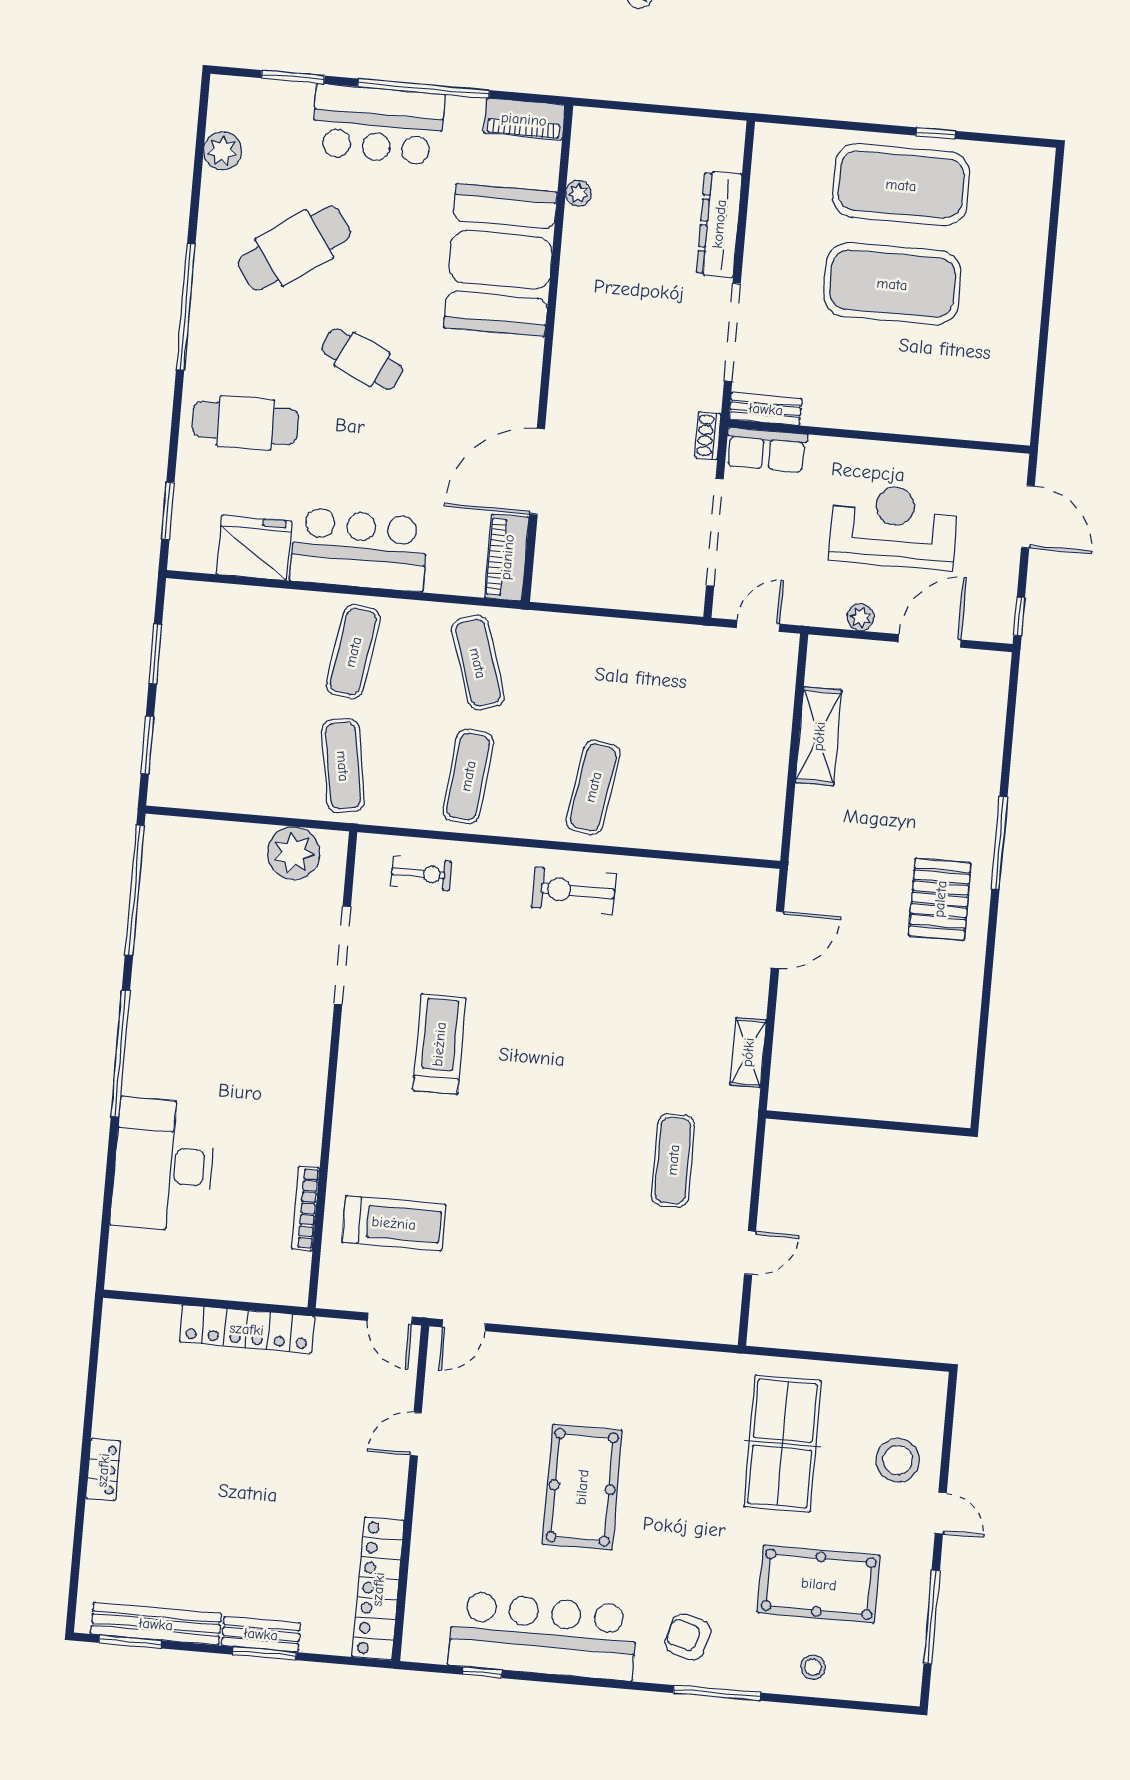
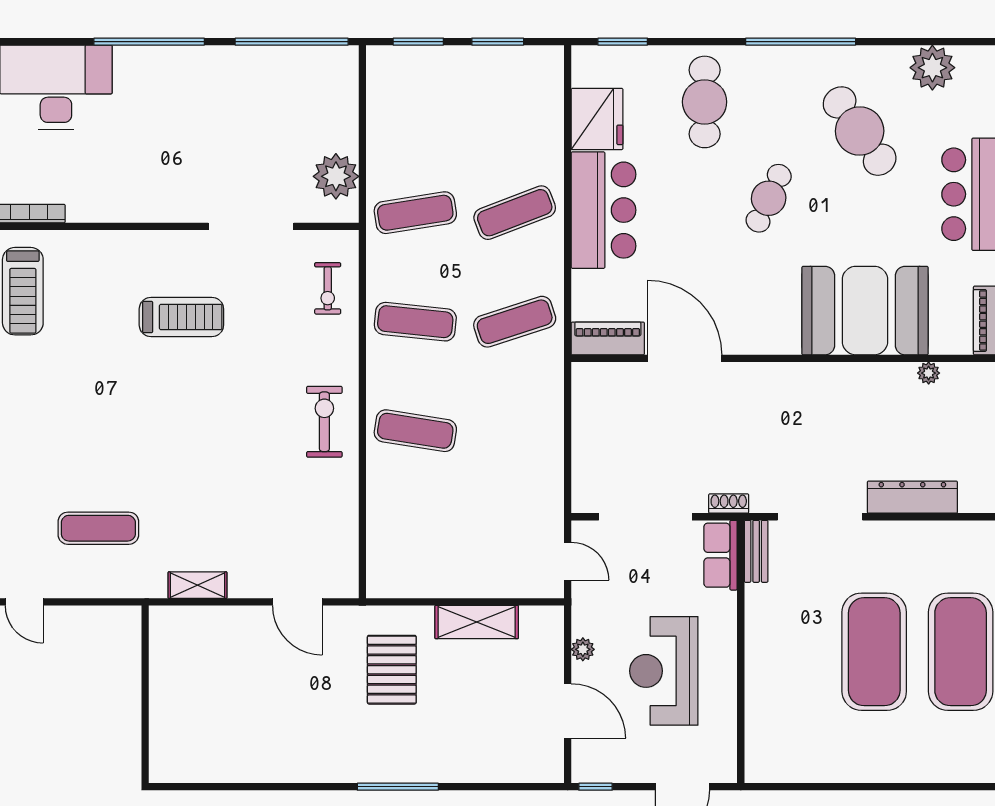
plant: (223, 151) -> (932, 68), width x1.36, depth x1.36
reception desk: (893, 527) -> (664, 671), turned 180
exercise mat: (353, 652) -> (515, 213), turned -30
pallet: (940, 899) -> (392, 670), moved, turned 90

